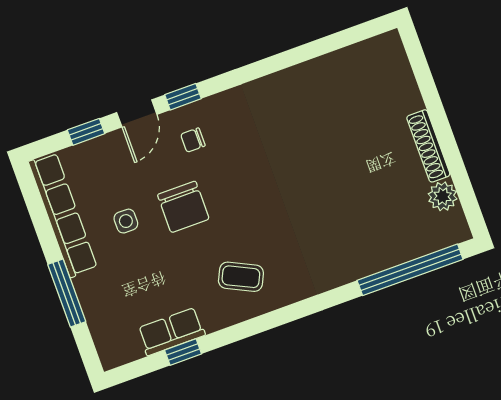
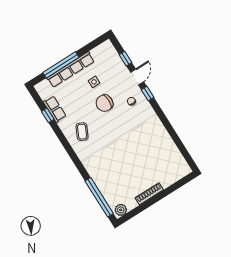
door: (137, 113) -> (137, 77), swing flipped
plant: (443, 196) -> (121, 210), moved
row of seats: (63, 215) -> (71, 70), moved
window: (67, 293) -> (61, 65), width x1.46

